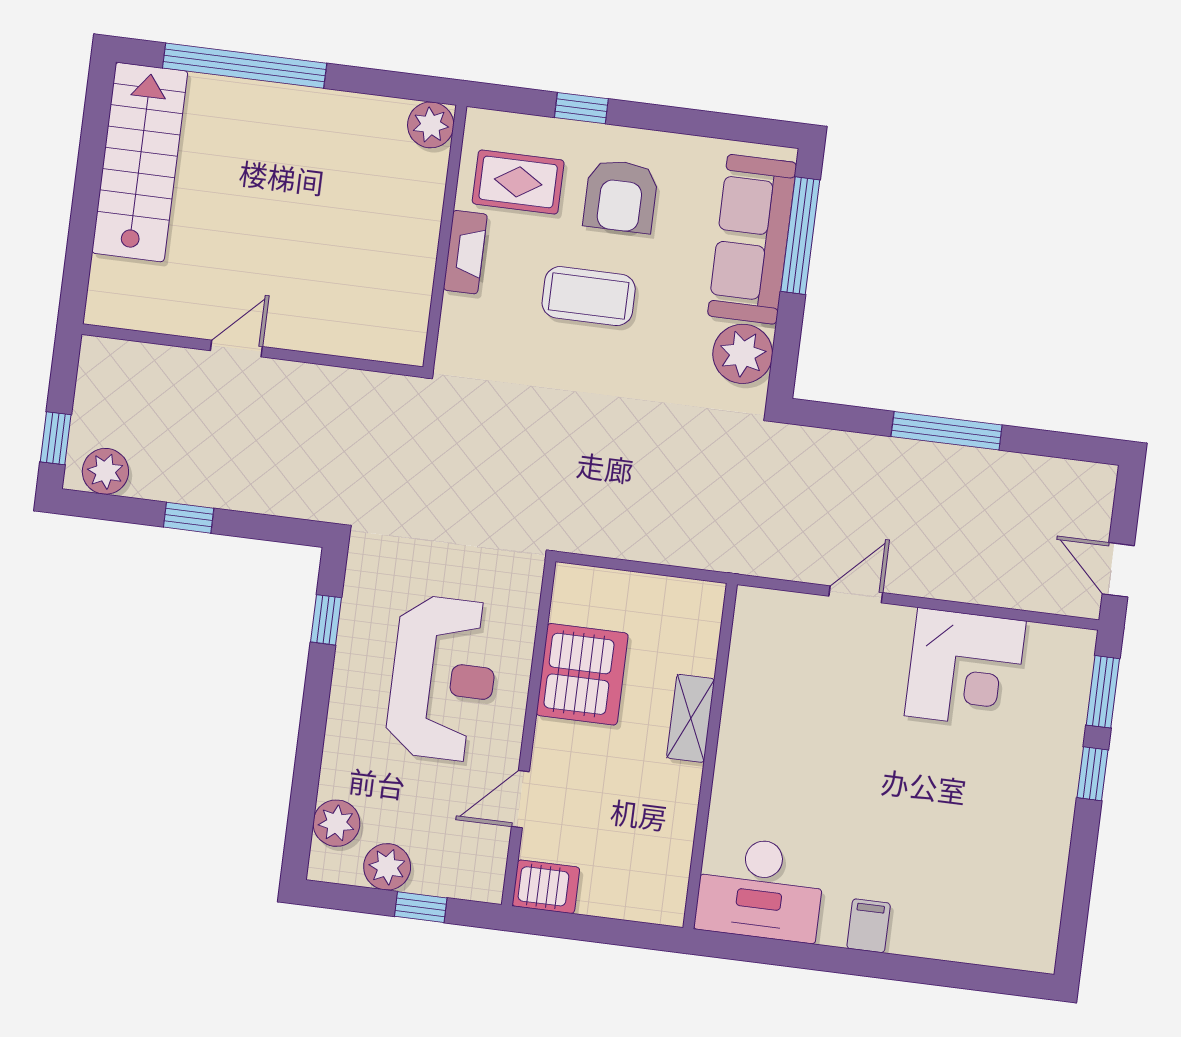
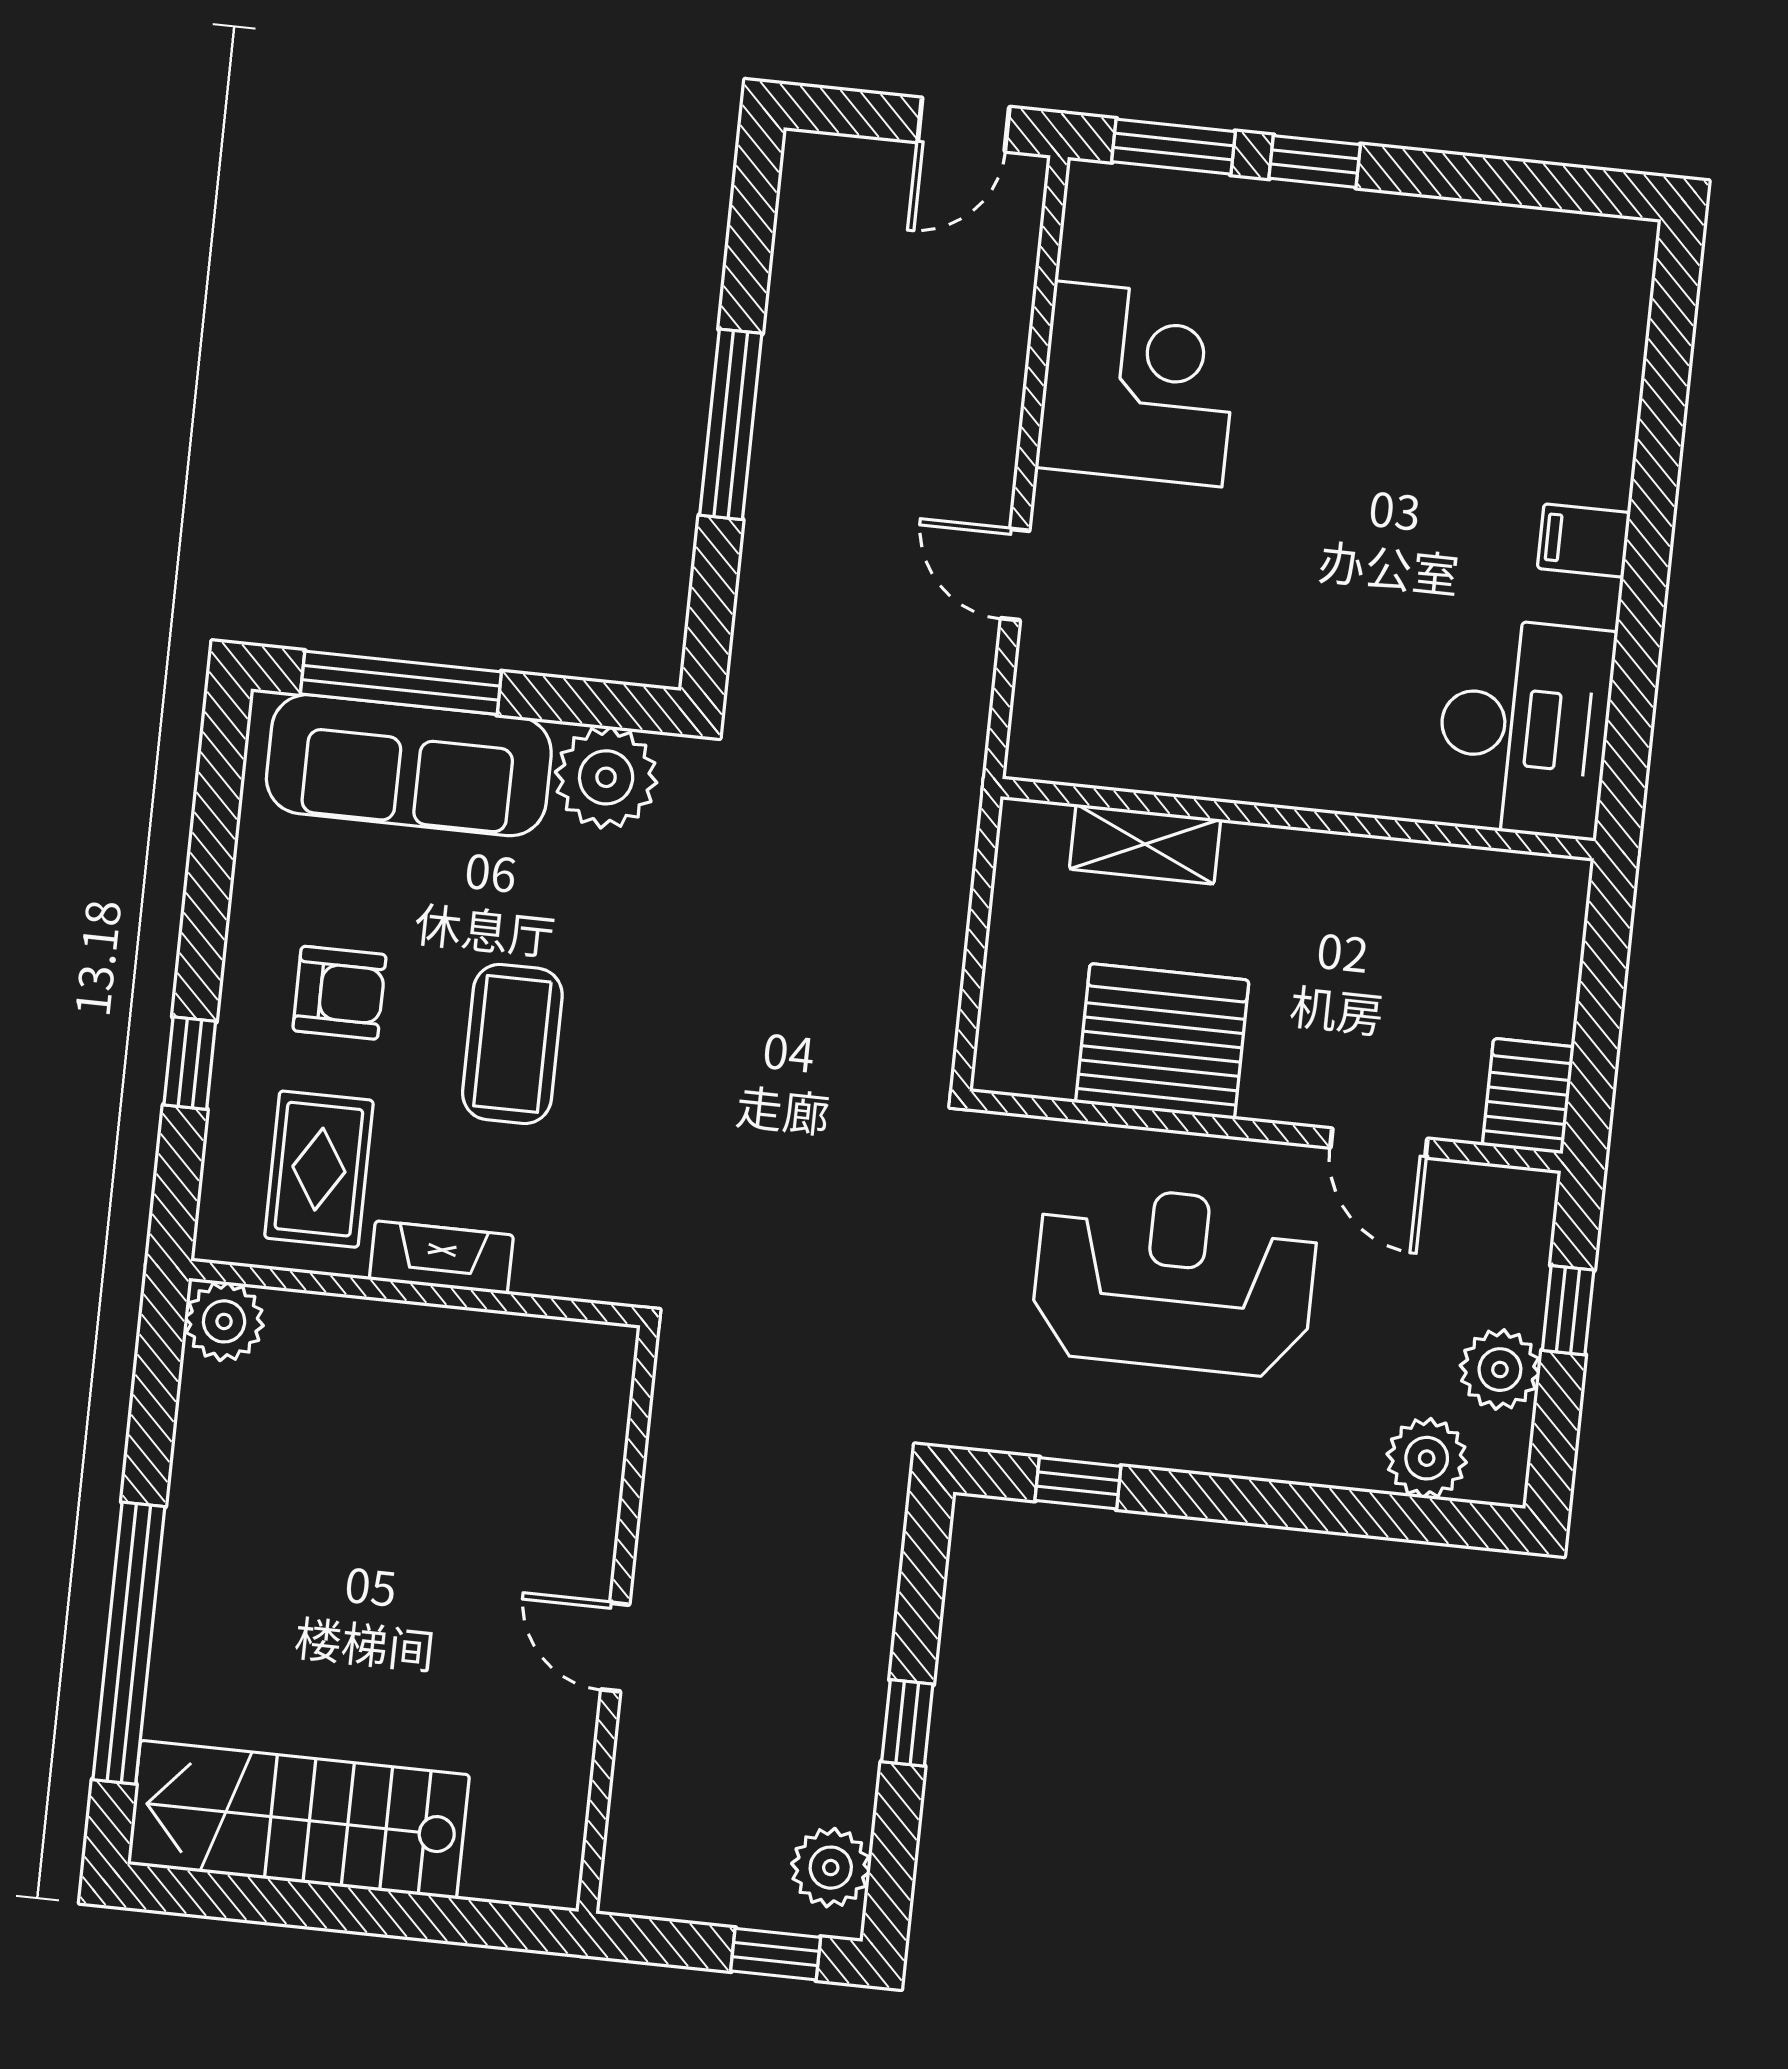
armchair: (621, 196) -> (339, 993), width x0.72, depth x0.72
shelving: (691, 718) -> (1145, 844), moved

